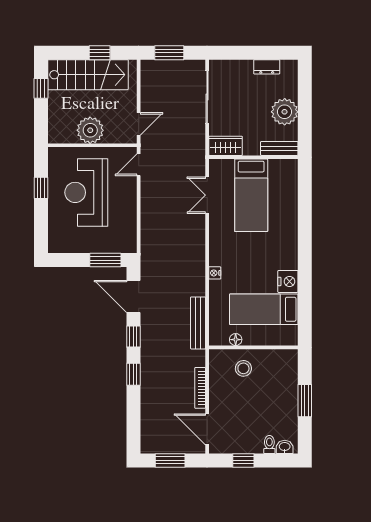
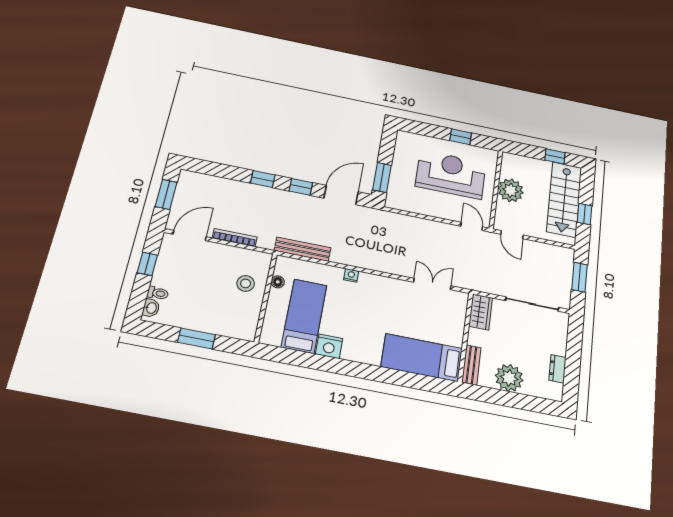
bed: (251, 195) -> (422, 358), moved

